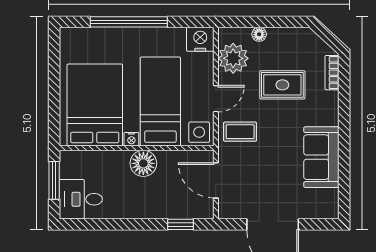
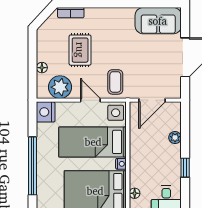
sofa: (321, 157) -> (158, 21), moved
floor lamp: (143, 163) -> (135, 193), moved, width x0.53, depth x0.53
plant: (166, 211) -> (175, 138), added
window: (180, 224) -> (185, 168), moved

